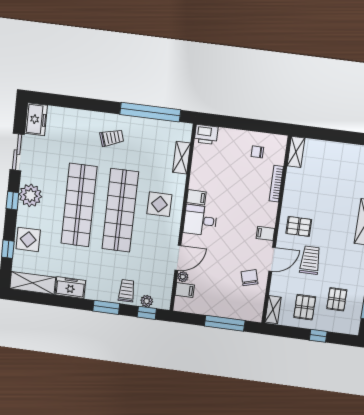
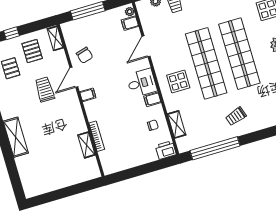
chair: (257, 152) -> (153, 125), moved
shelving: (296, 152) -> (86, 145), moved
pallet: (299, 226) -> (65, 111), removed
trolley: (310, 260) -> (45, 89), turned 180
plant: (183, 277) -> (130, 12), moved

